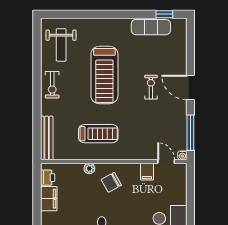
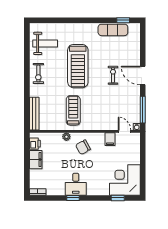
weight bench: (61, 45) -> (45, 43), turned -90
treadmill: (98, 134) -> (73, 110), turned -90

